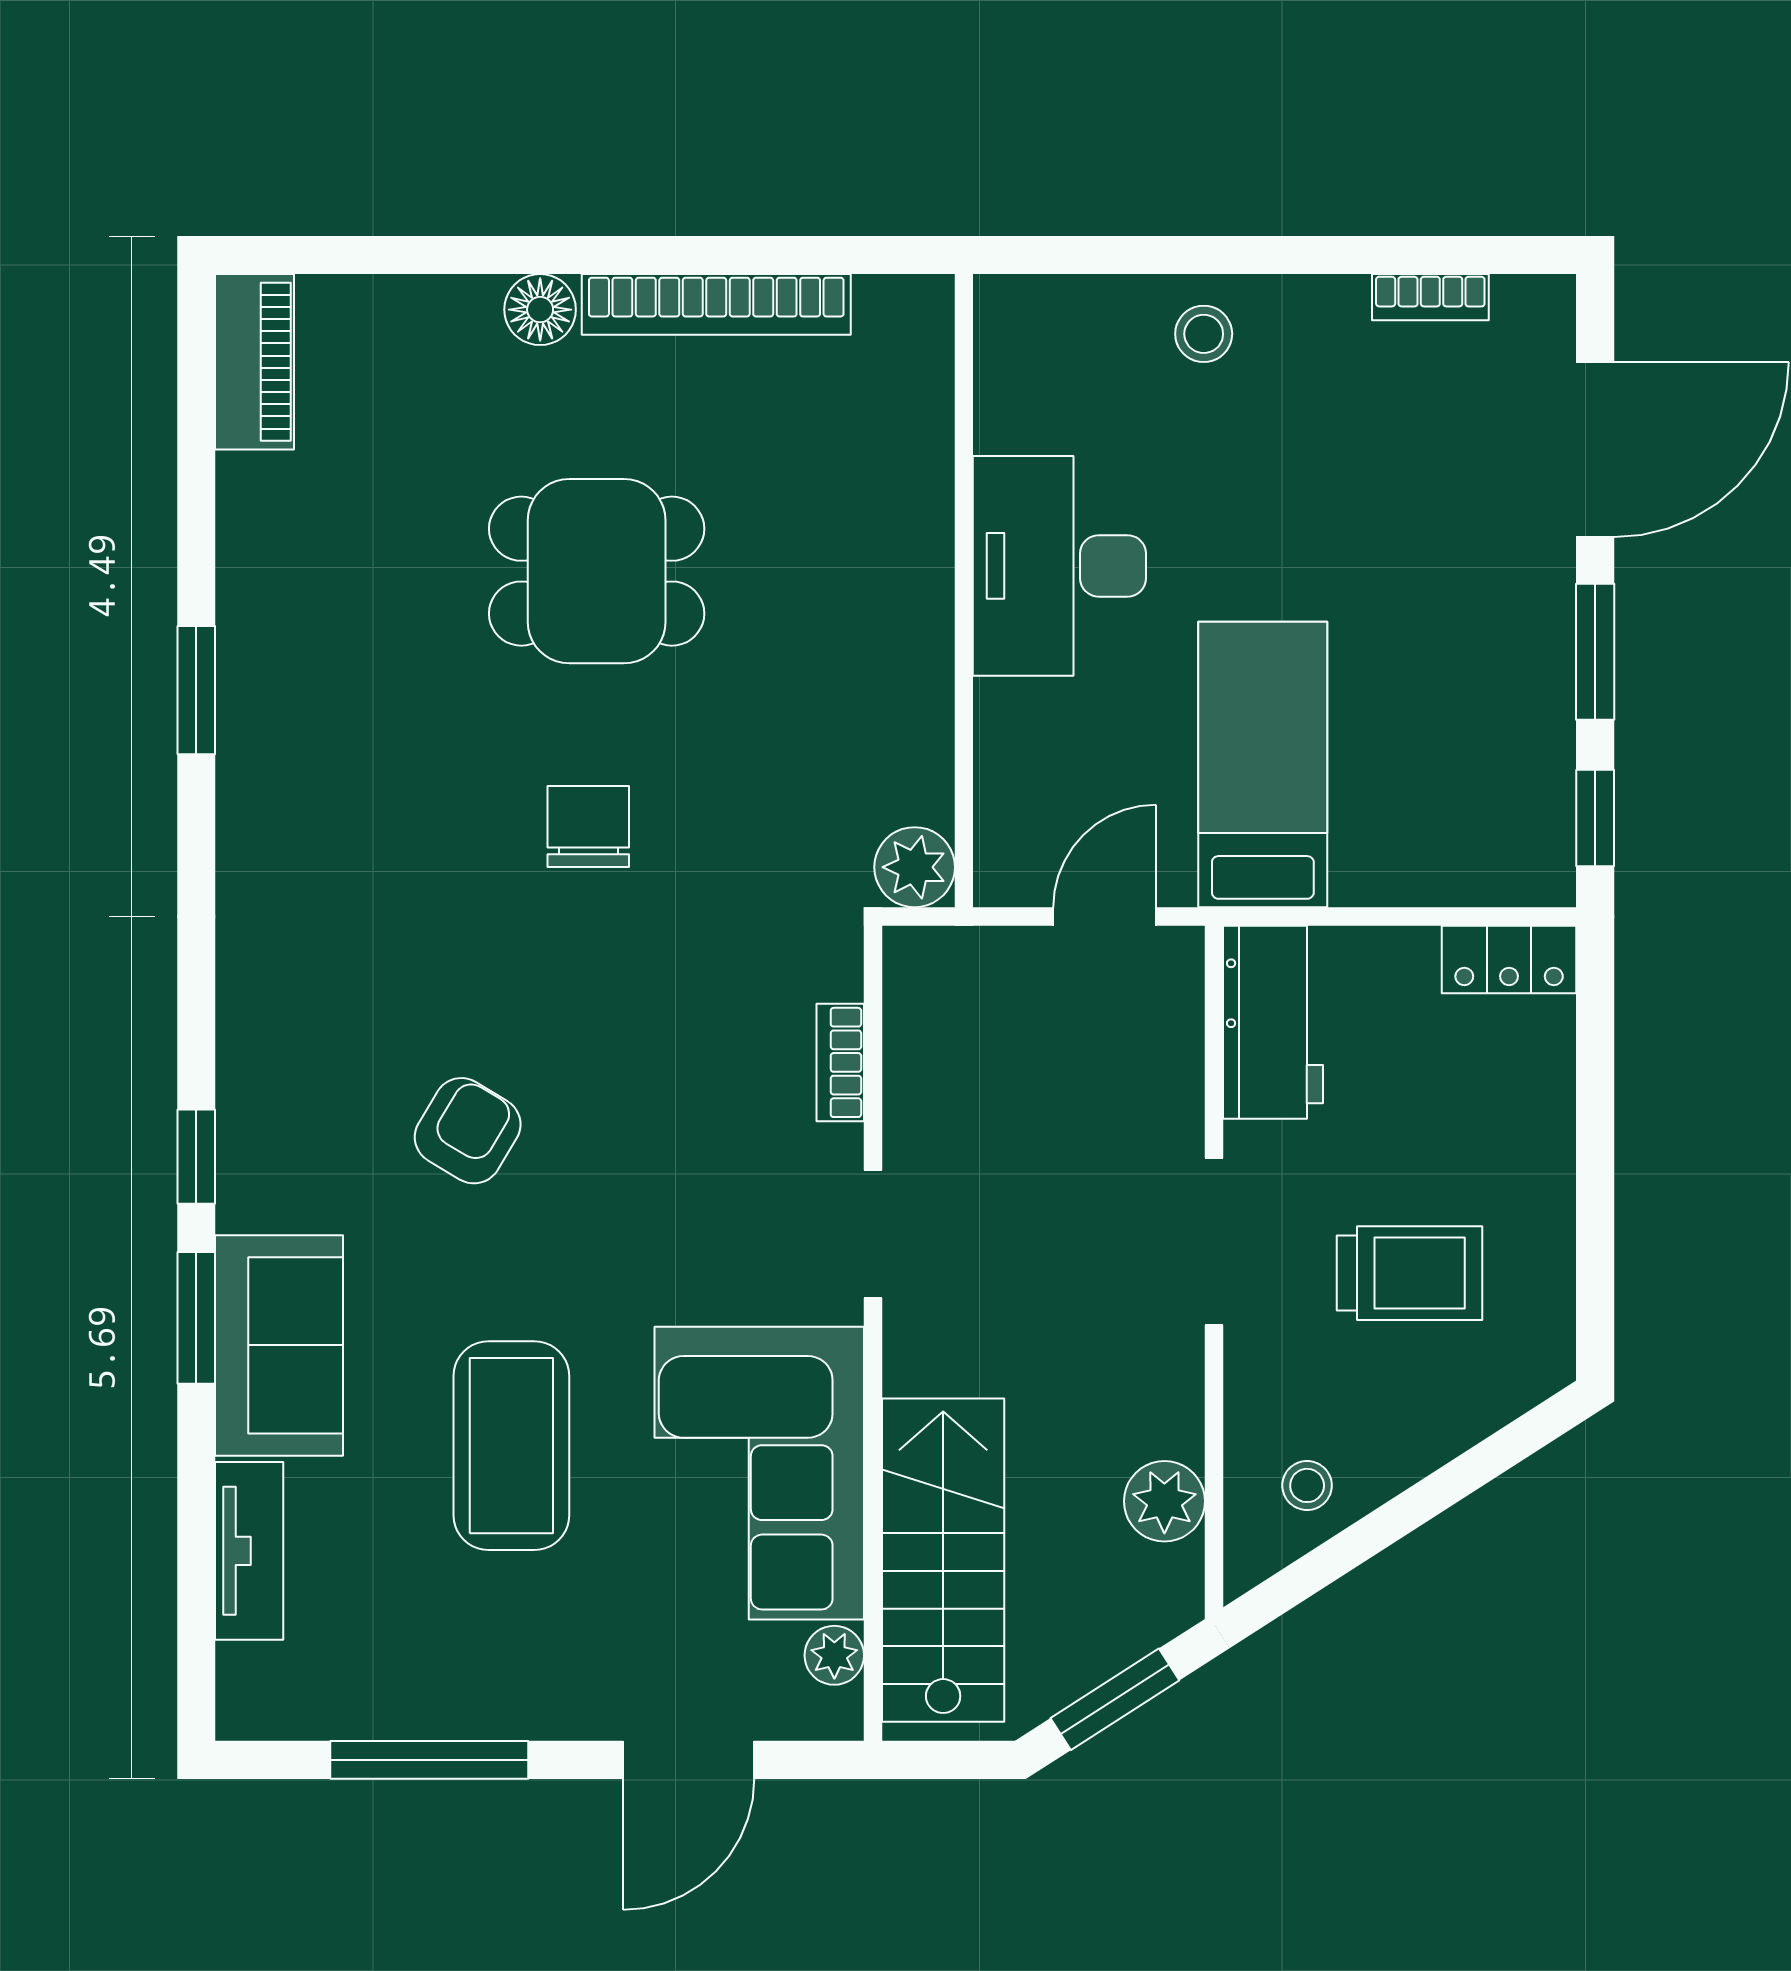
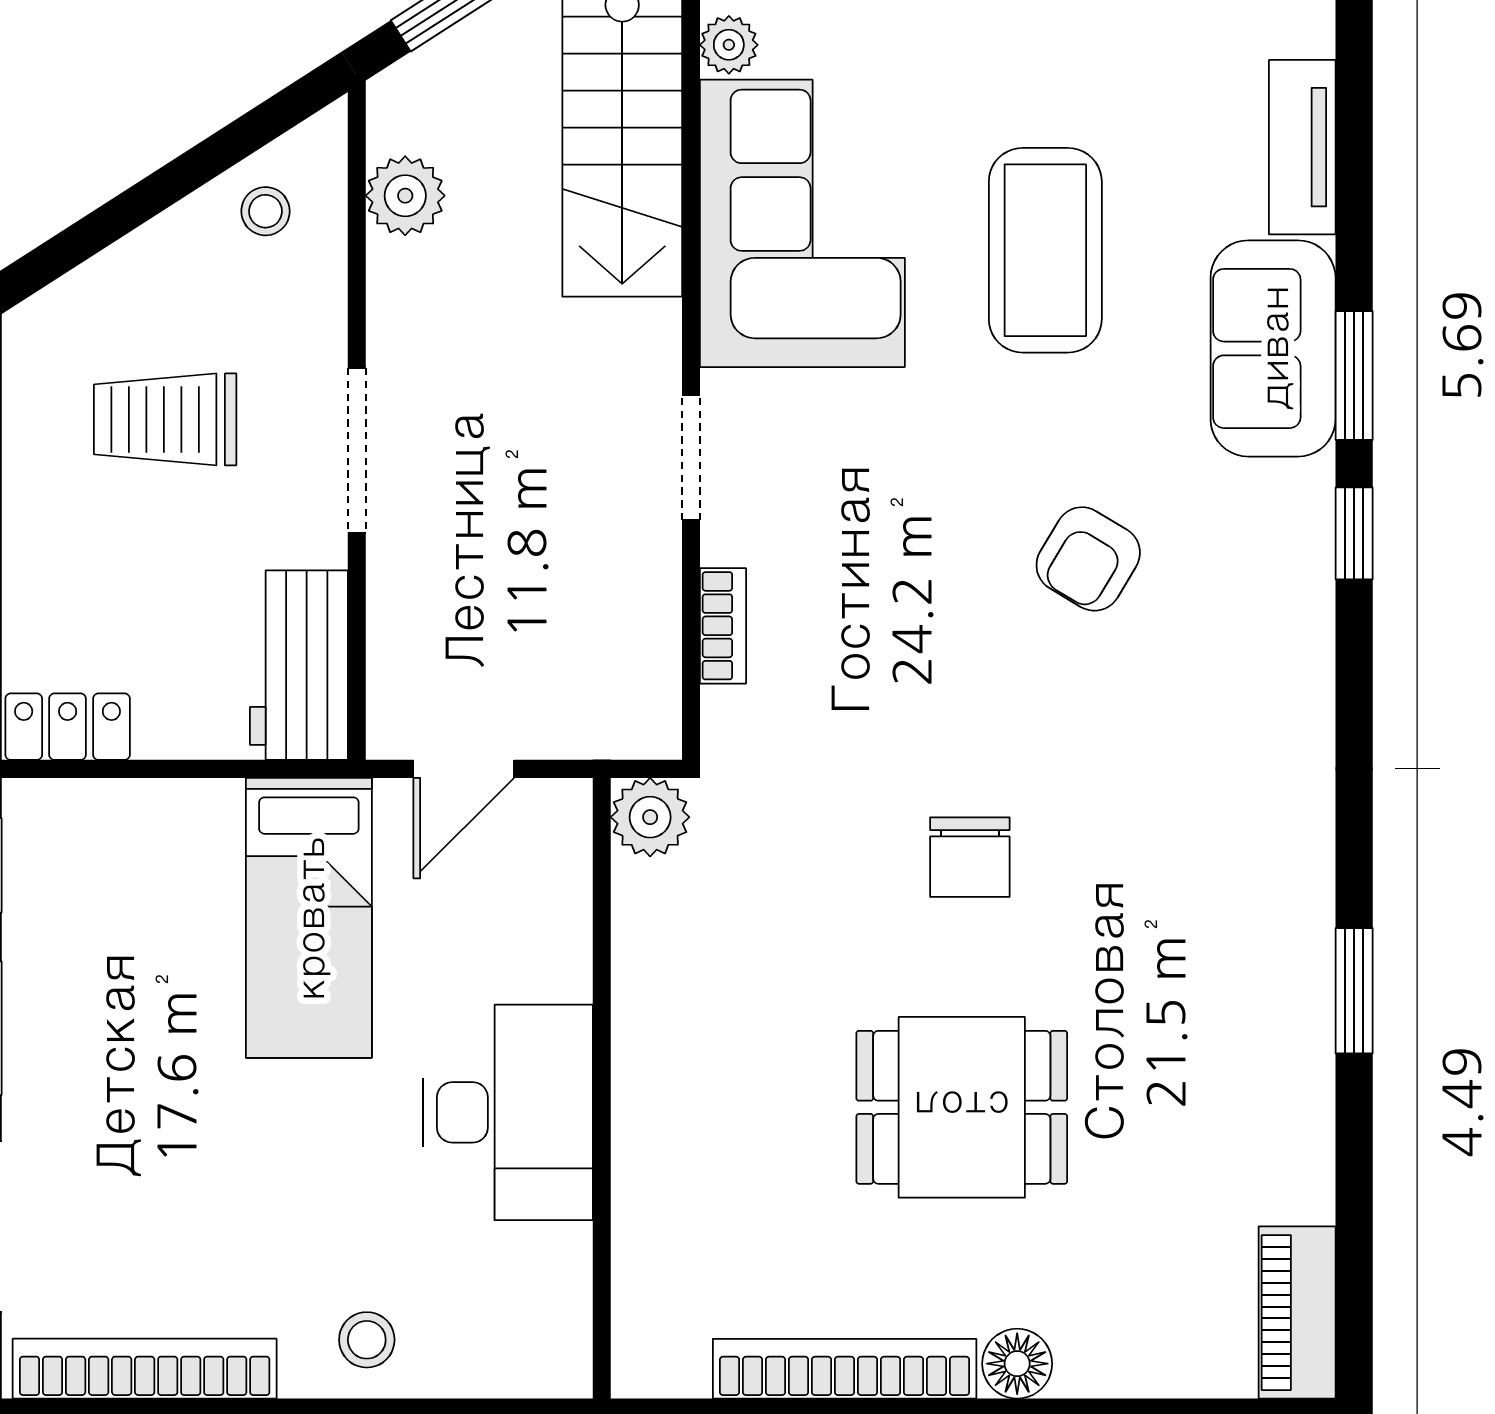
bookcase: (1430, 297) -> (145, 1369), width x2.31, depth x1.31

